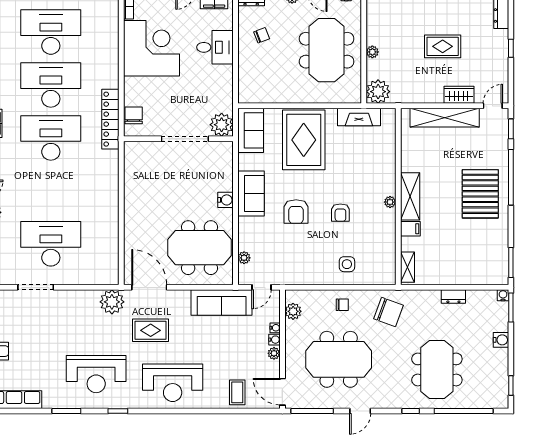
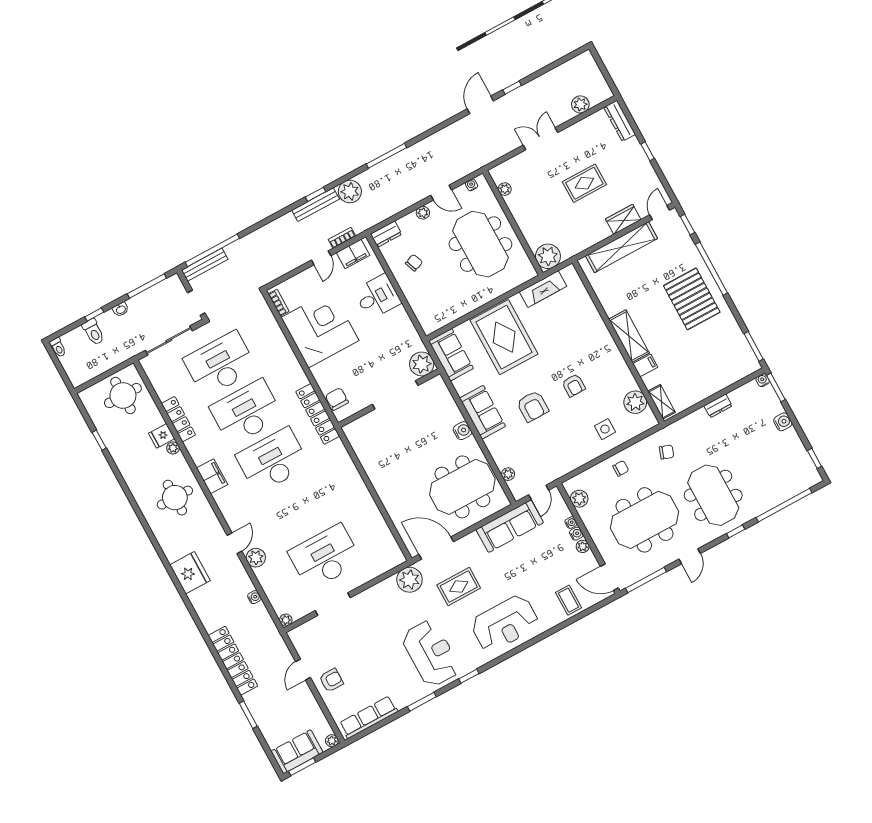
plant: (372, 52) -> (505, 189), moved
plant: (390, 202) -> (635, 402), moved, width x1.87, depth x1.87
chair: (389, 312) -> (667, 452), width x0.54, depth x0.54
meeting table: (437, 369) -> (713, 495), moved
reception desk: (96, 374) -> (431, 653), turned -90

